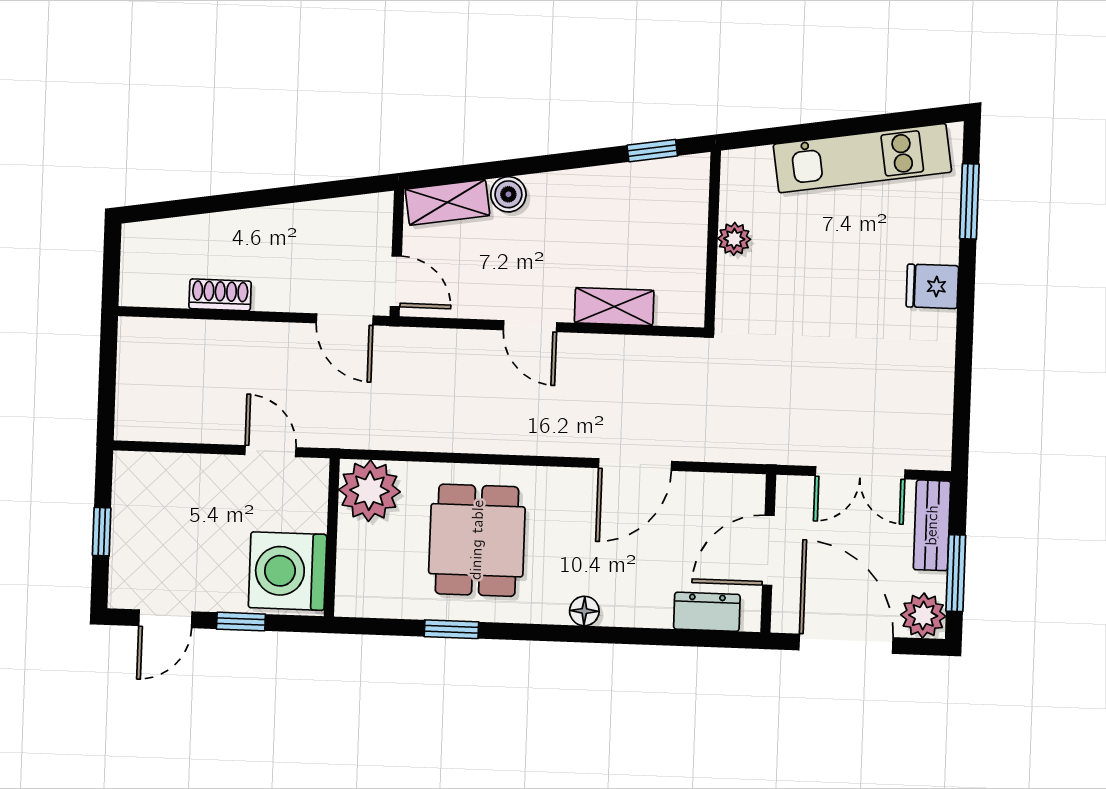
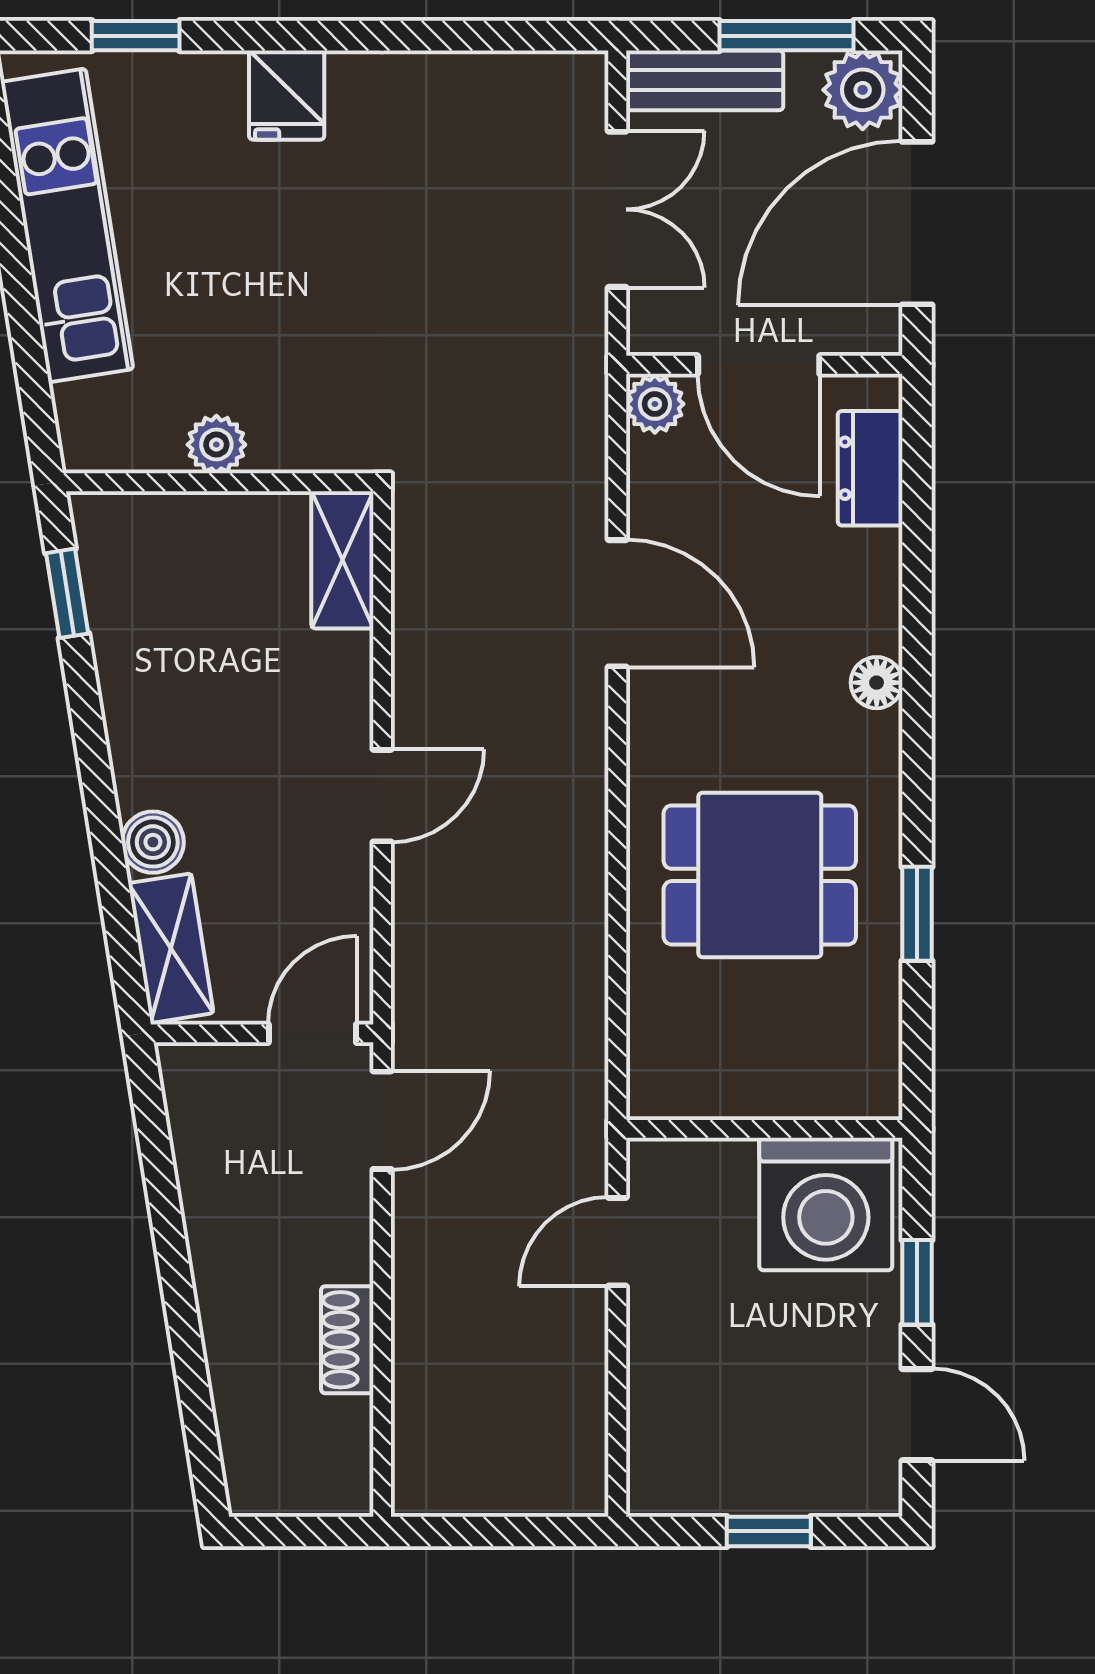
window: (969, 201) -> (136, 36), width x0.67
shelving: (614, 307) -> (342, 560), moved
plant: (369, 491) -> (655, 404), moved, width x0.53, depth x0.53

